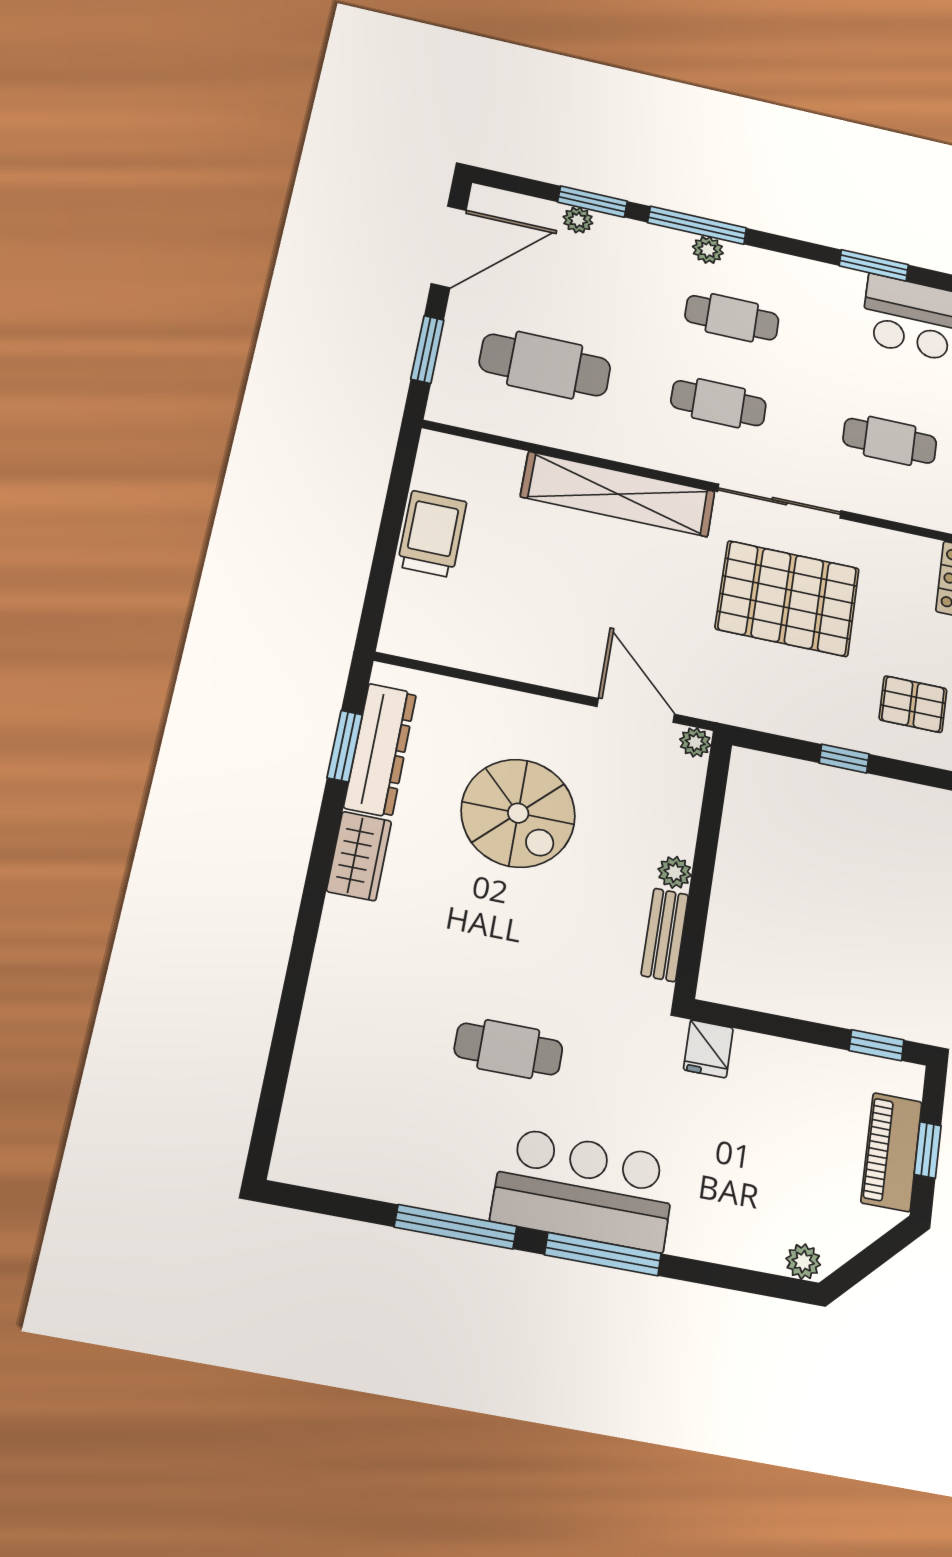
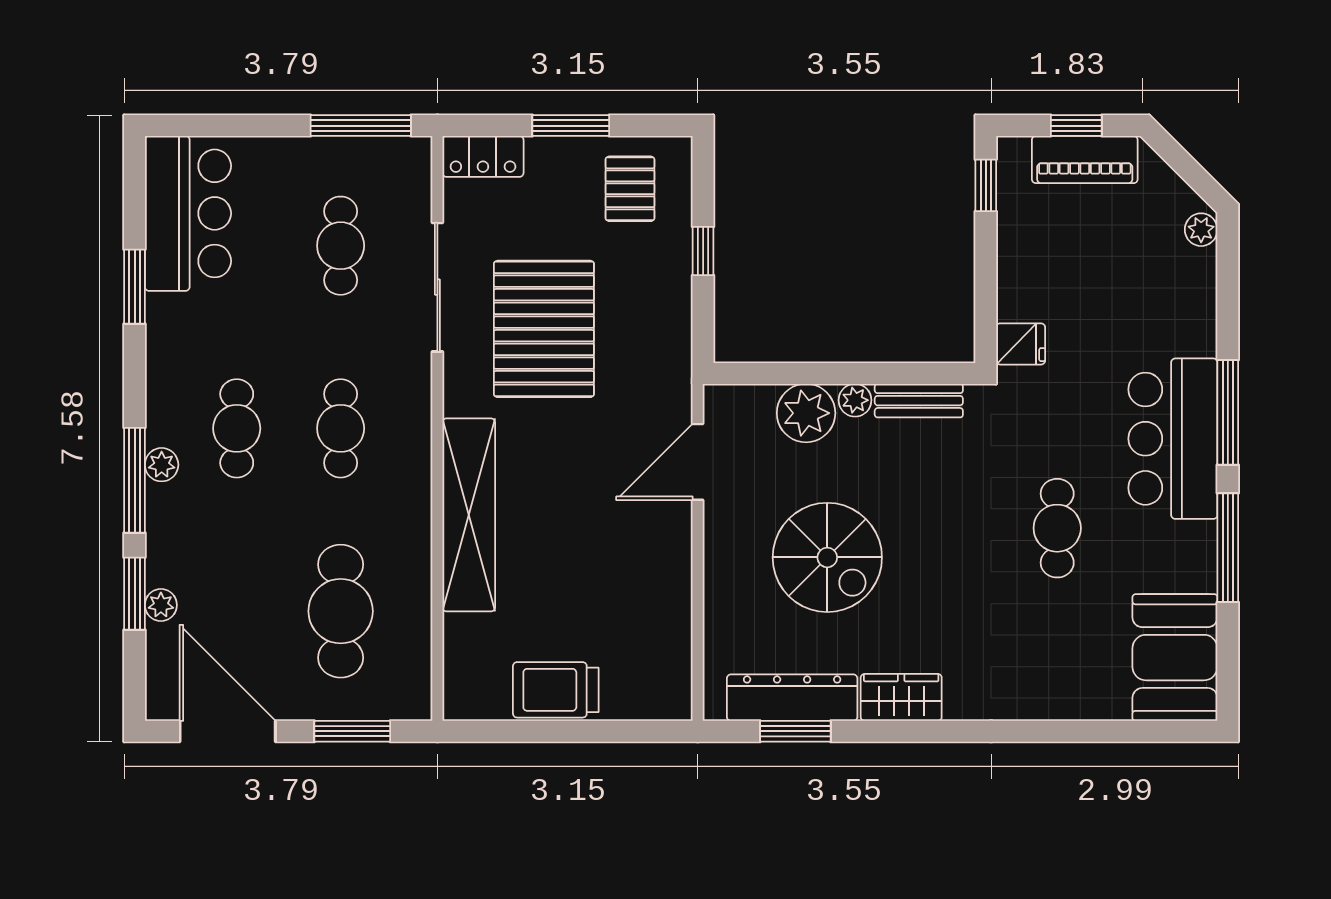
sliding door: (779, 501) -> (437, 287), moved
plant: (695, 742) -> (806, 413), moved, width x1.88, depth x1.88
spiral stairs: (518, 813) -> (827, 557), turned 90
booth: (346, 1147) -> (1175, 658), added

